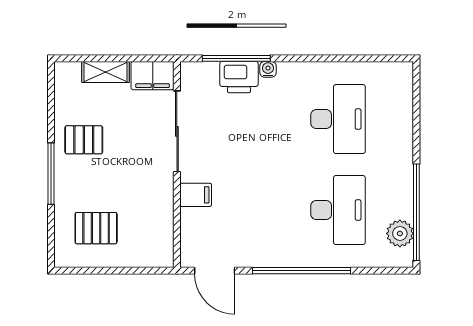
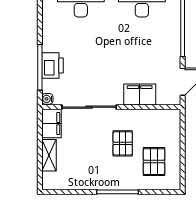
water cooler: (268, 69) -> (47, 99), moved
pallet: (84, 140) -> (123, 143), moved
filing cabinet: (196, 195) -> (140, 95), width x2.00

